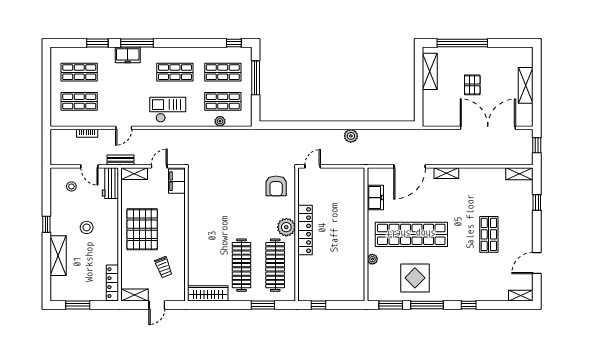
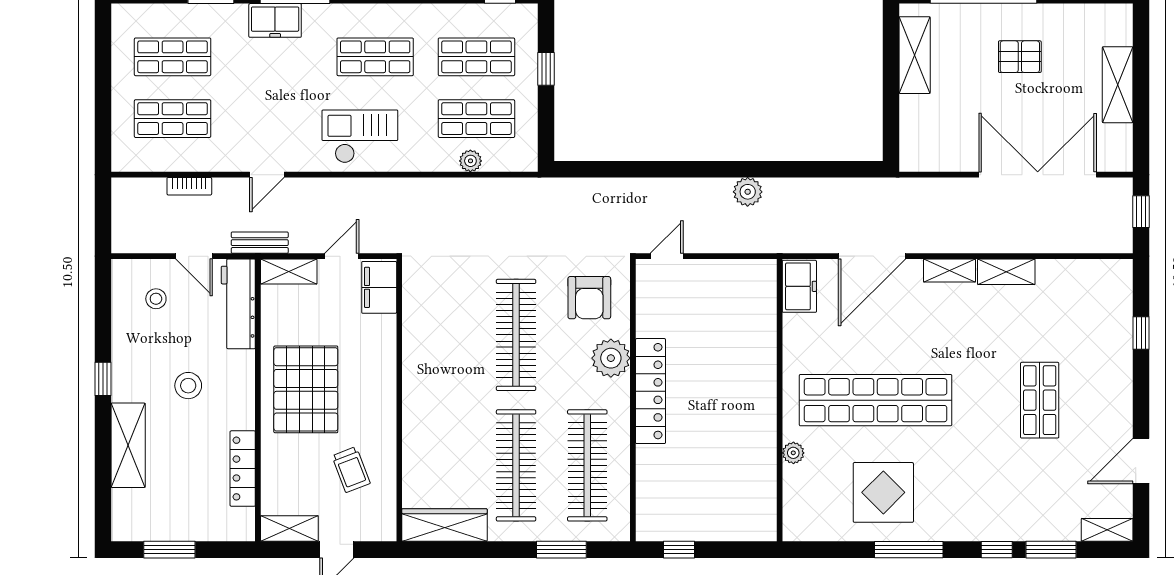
window: (256, 78) -> (546, 69), width x0.46
pallet: (472, 85) -> (1020, 57), moved, turned 90
shelving: (519, 174) -> (1006, 272), moved
workbench: (110, 183) -> (238, 304), width x1.37
freezer: (375, 198) -> (799, 286), moved
clothes rail: (241, 204) -> (516, 335), added
plant: (286, 227) -> (611, 358), moved
locker: (112, 283) -> (243, 469), moved
window: (391, 305) -> (1051, 550), moved

